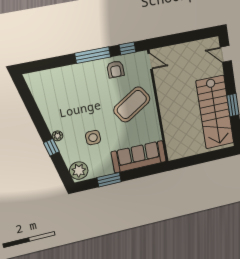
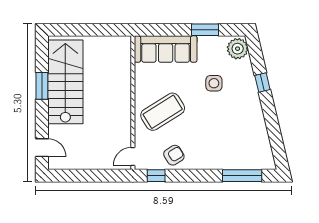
window: (93, 55) -> (242, 176), moved
door: (150, 61) -> (133, 156), hinge flipped
armchair: (115, 69) -> (174, 155), turned 58
plant: (57, 136) -> (253, 94), removed

